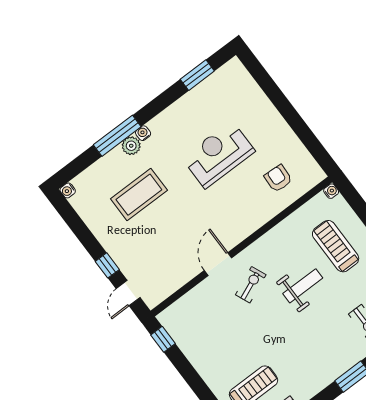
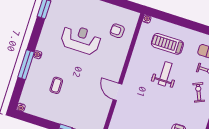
plant: (131, 146) -> (36, 65), removed
reception desk: (219, 155) -> (81, 39), turned 90
coffee table: (139, 195) -> (56, 85), width x0.54, depth x0.58
exercise bike: (251, 285) -> (199, 92), moved

